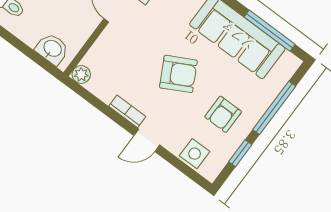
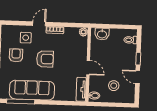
armchair: (178, 74) -> (45, 59), turned -152
side table: (195, 154) -> (26, 38), moved

